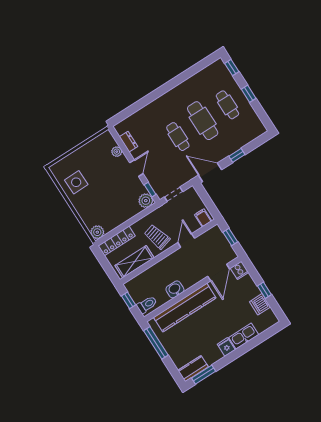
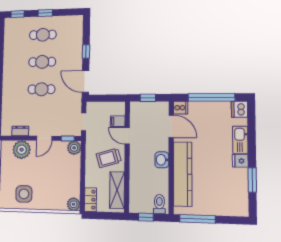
cafe table: (203, 121) -> (42, 62), width x0.73, depth x0.74
plant: (117, 152) -> (22, 150), width x1.88, depth x1.88
door: (136, 168) -> (44, 138), swing flipped
door: (210, 172) -> (85, 81), hinge flipped
filing cabinet: (203, 218) -> (118, 121), moved
locker: (117, 241) -> (90, 200), width x0.66
washbasin: (175, 289) -> (162, 160), moved
window: (264, 290) -> (211, 97), width x3.17
dishwasher: (260, 304) -> (239, 109), moved, turned 90
kitchen counter: (193, 369) -> (241, 202), removed
window: (204, 375) -> (252, 180), moved

